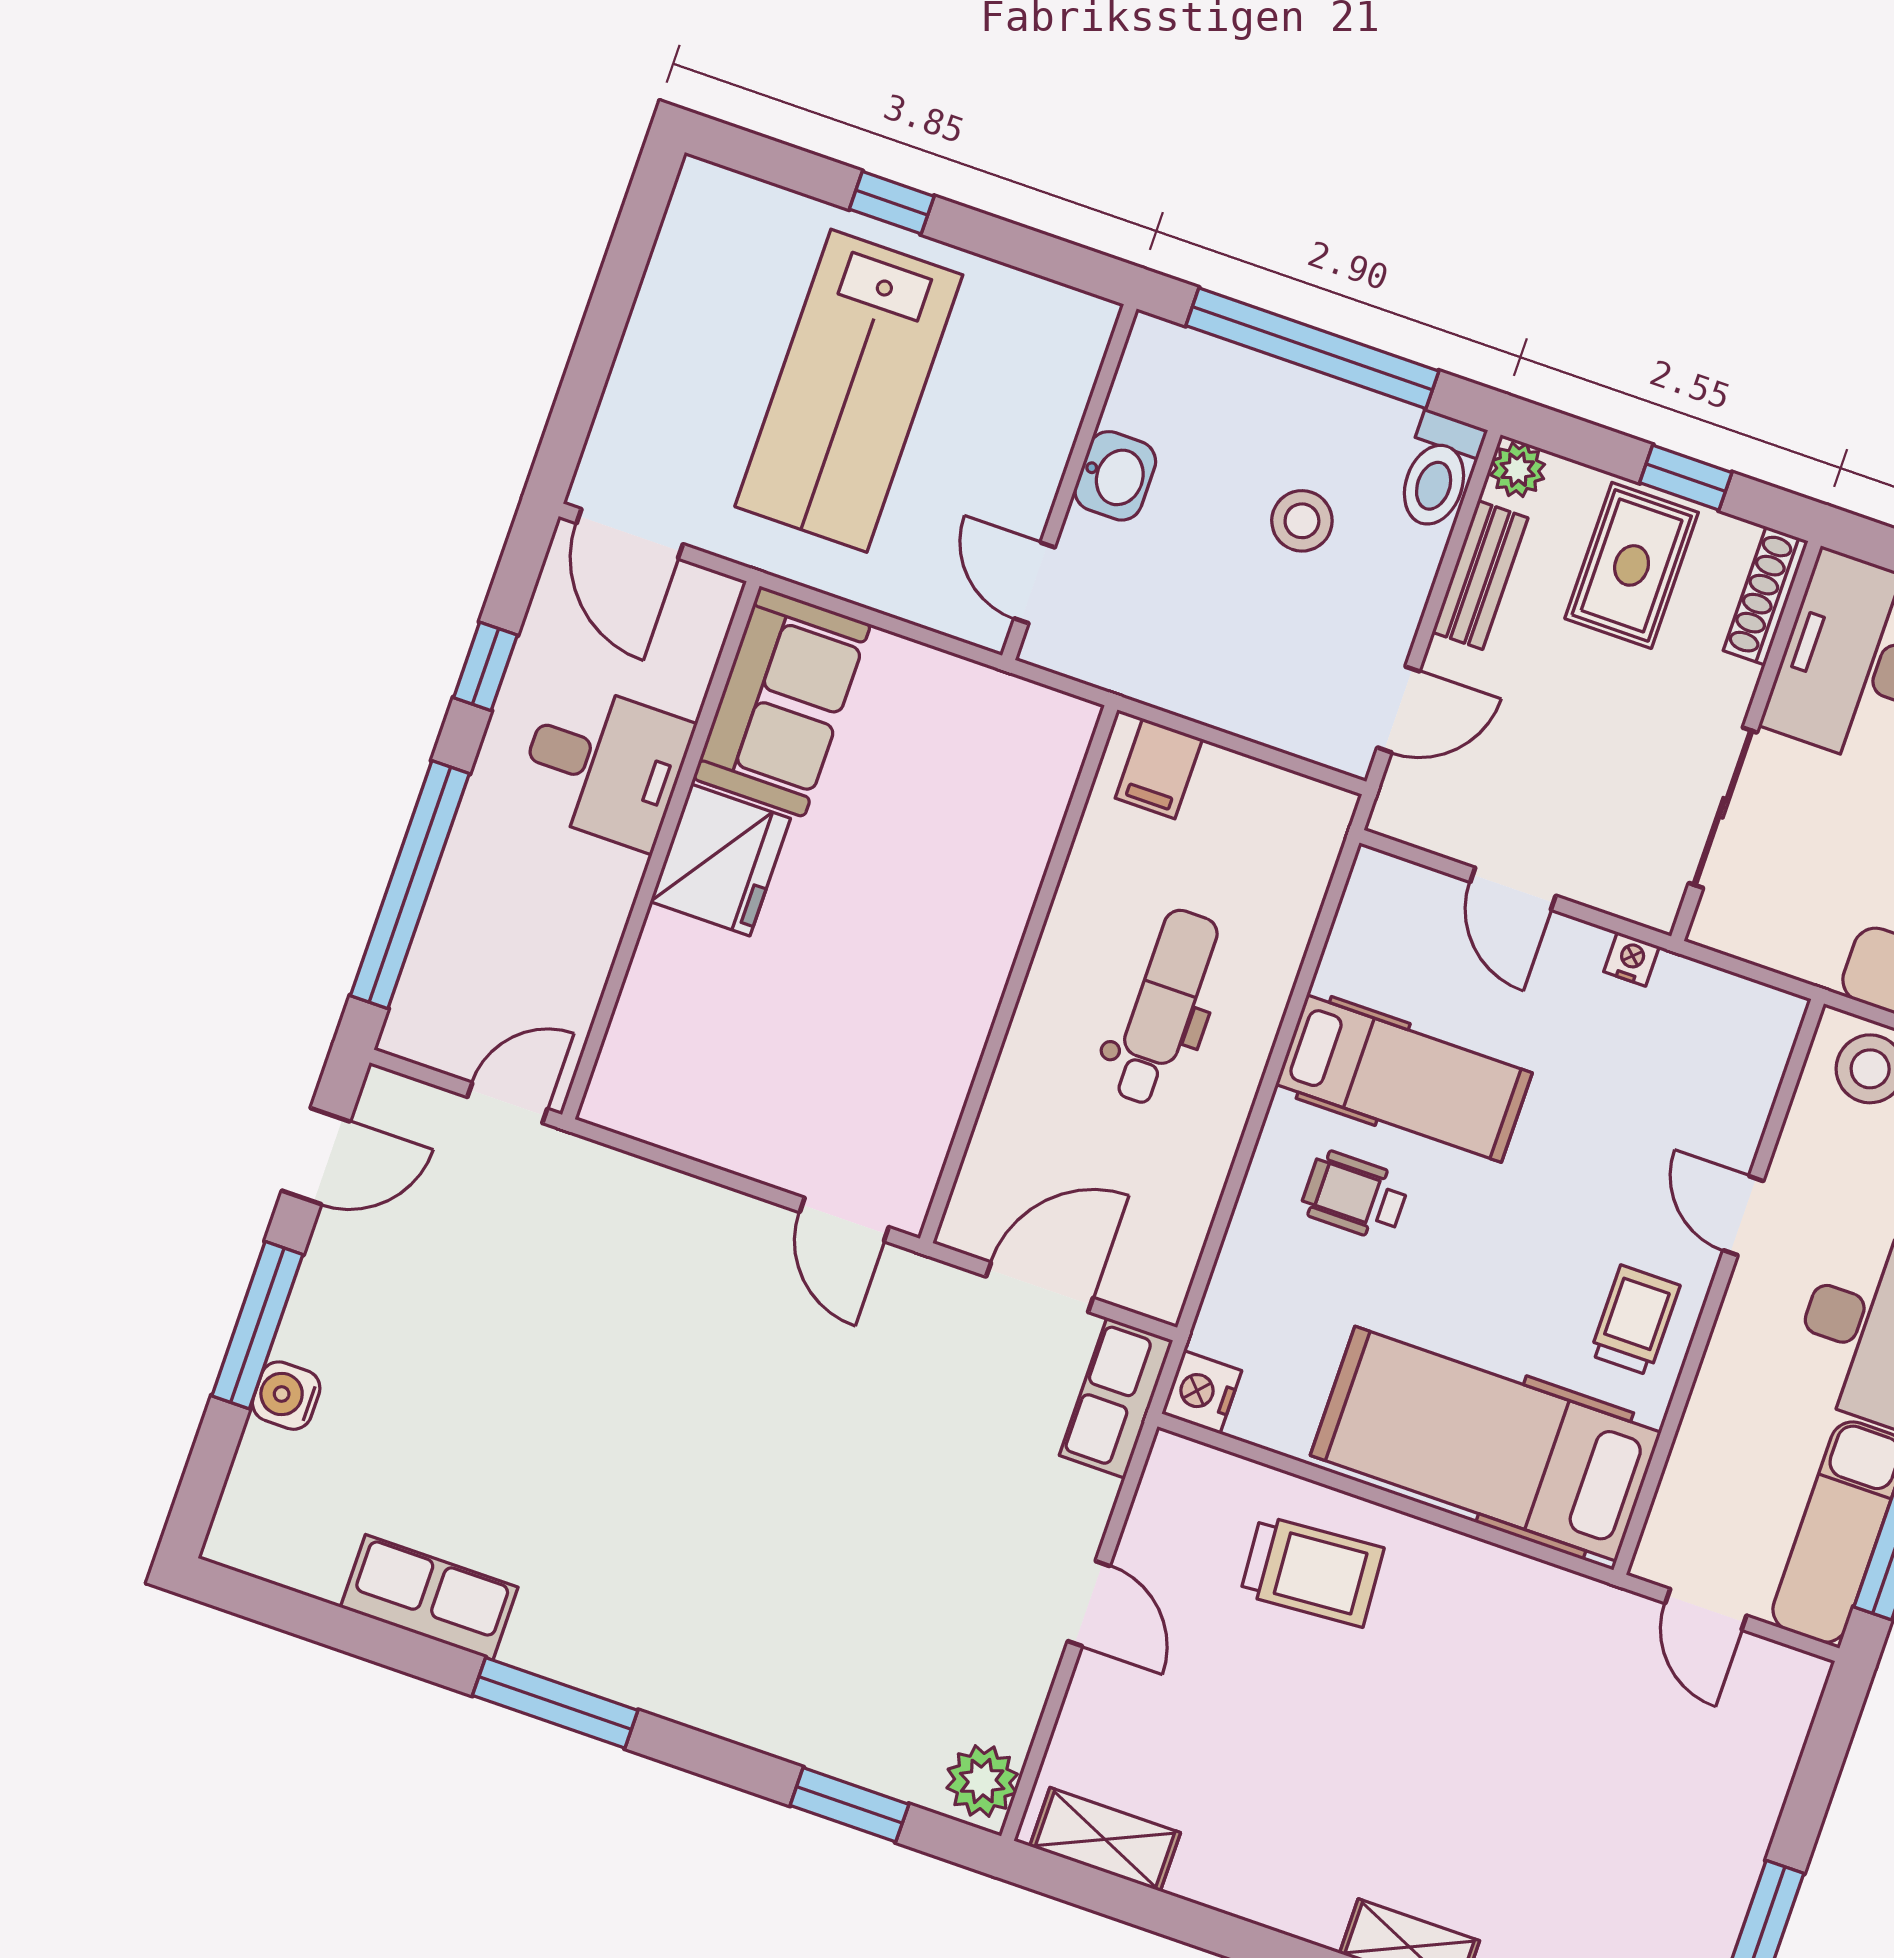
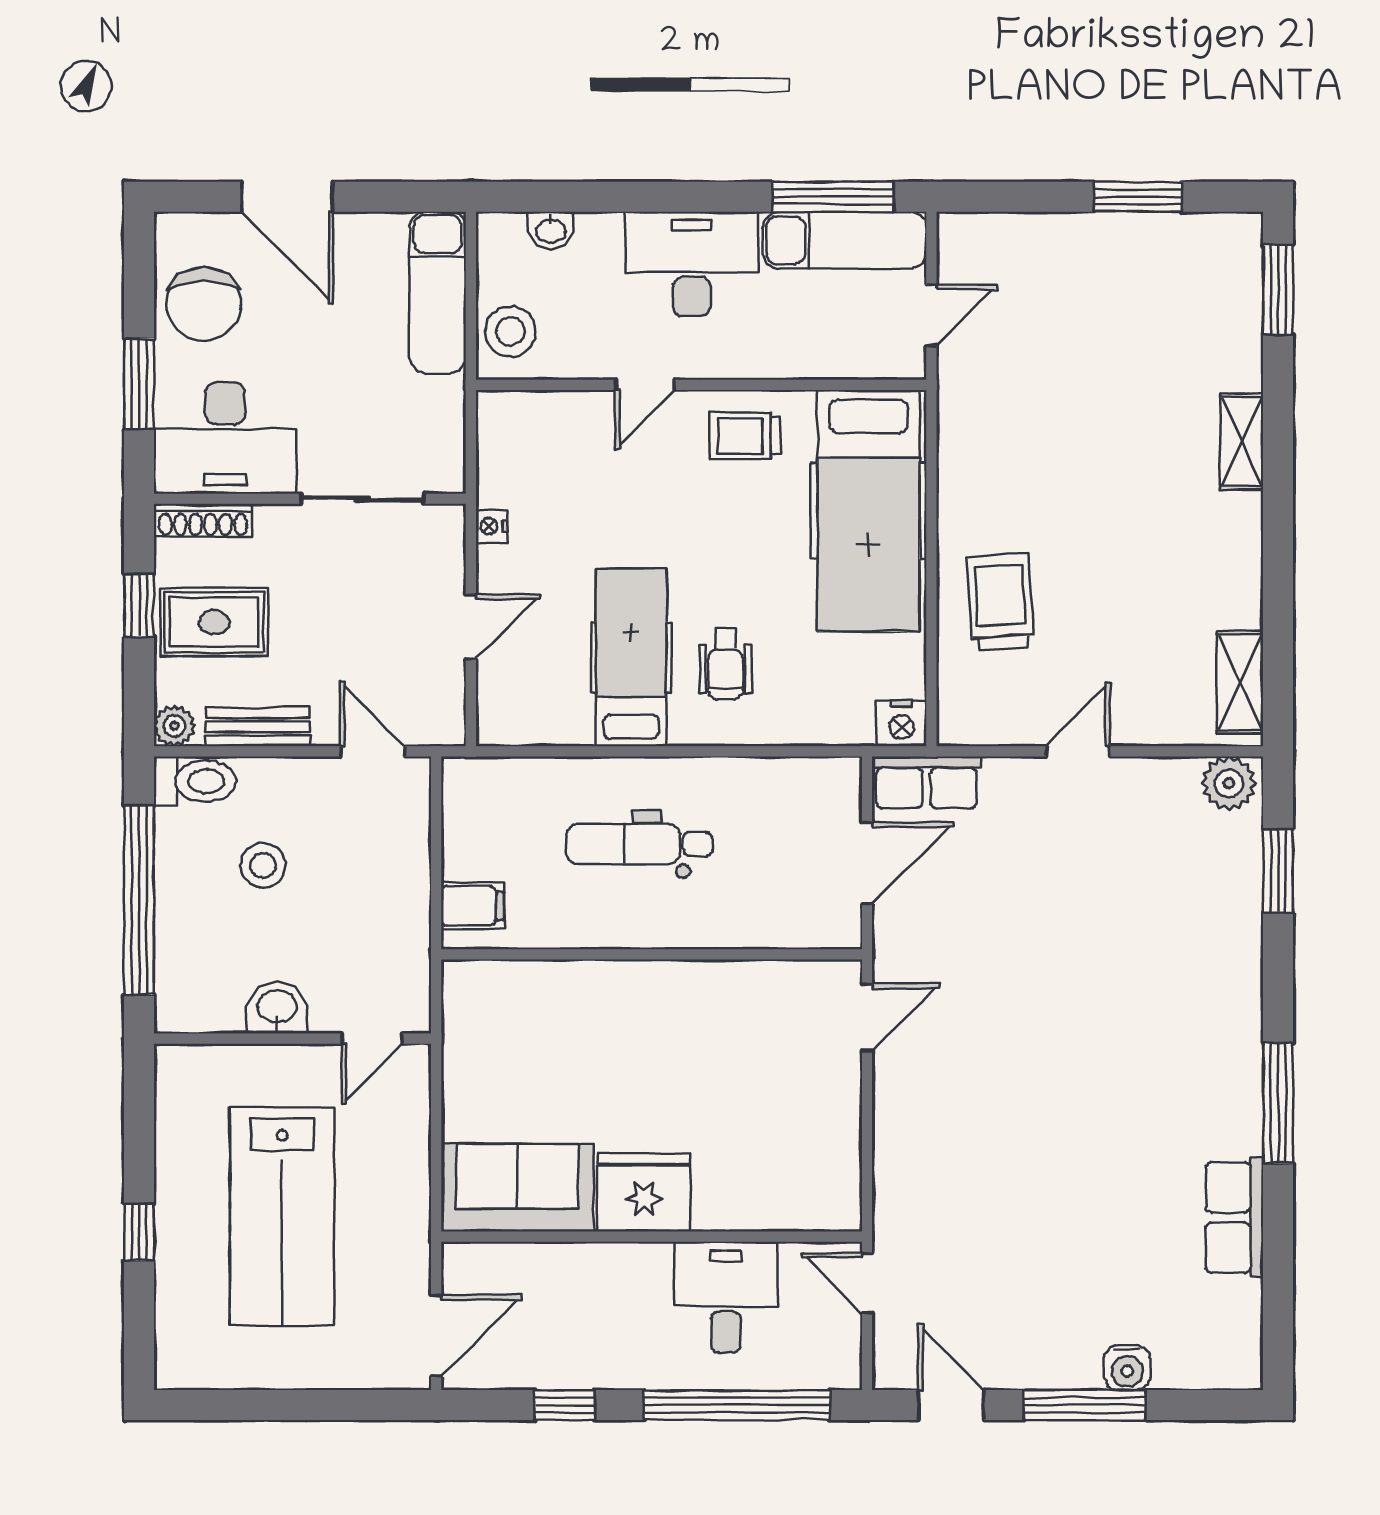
lab bench: (849, 391) -> (282, 1216), turned 90
desk: (604, 765) -> (726, 1297), moved
door: (1040, 1287) -> (867, 863), swing flipped

